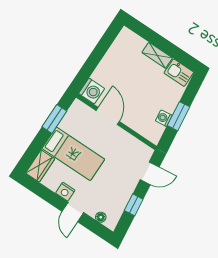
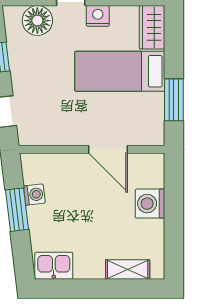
shelving: (157, 55) -> (128, 269), moved
washing machine: (92, 91) -> (150, 204), moved
floor lamp: (101, 217) -> (37, 21), width x1.89, depth x1.89

